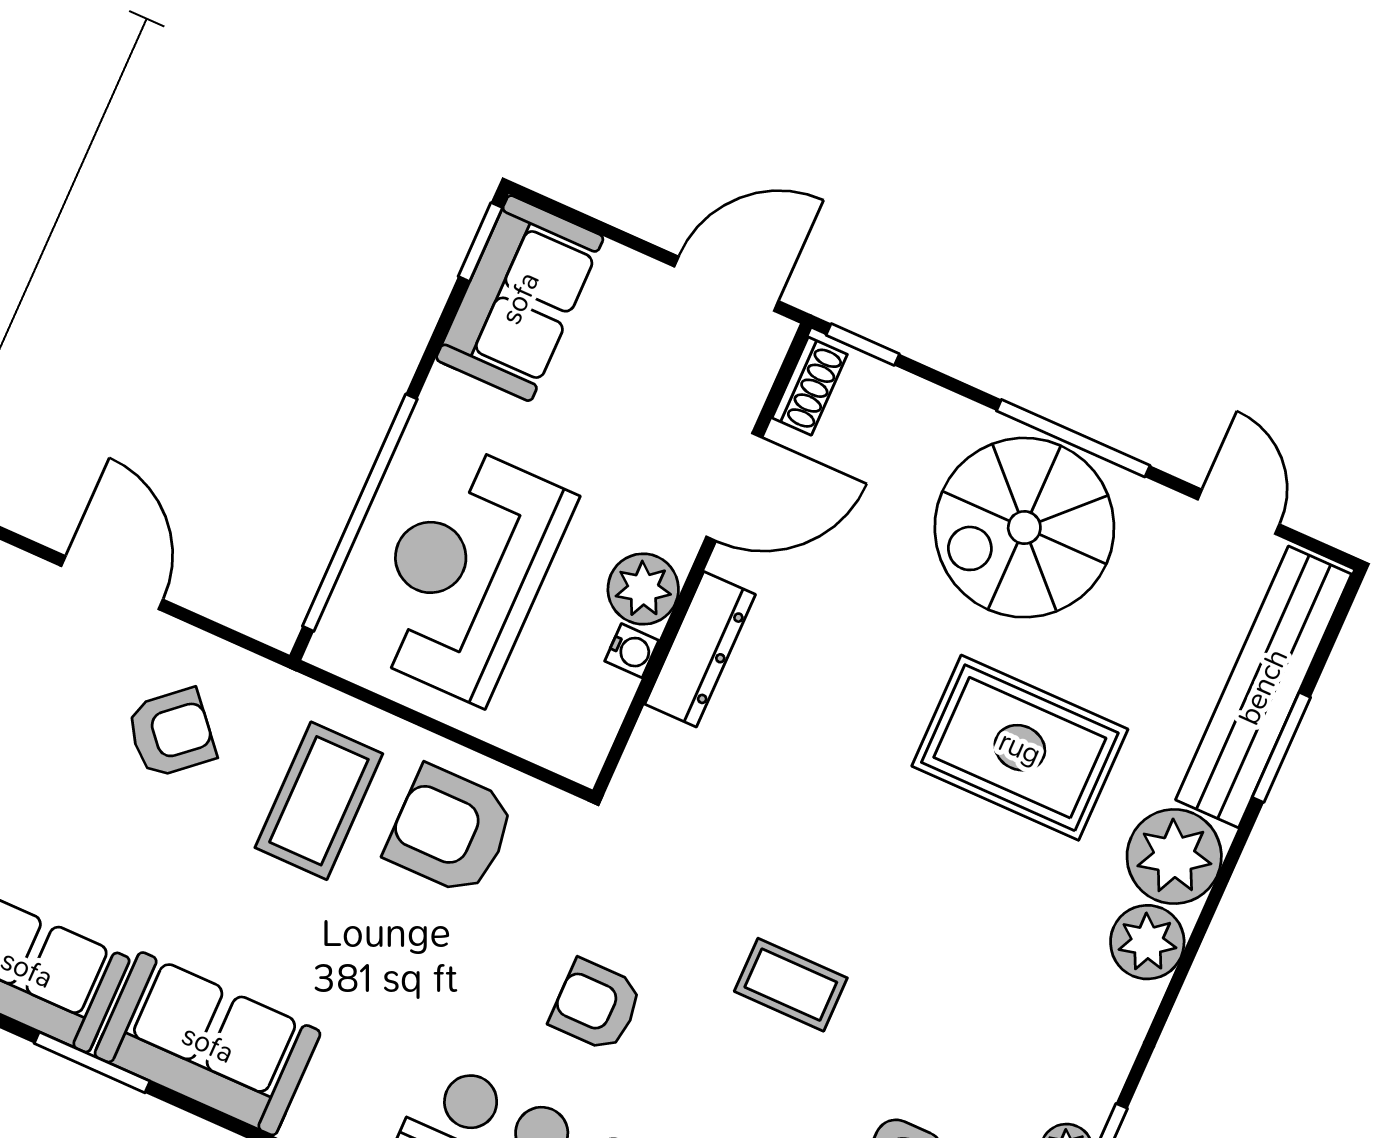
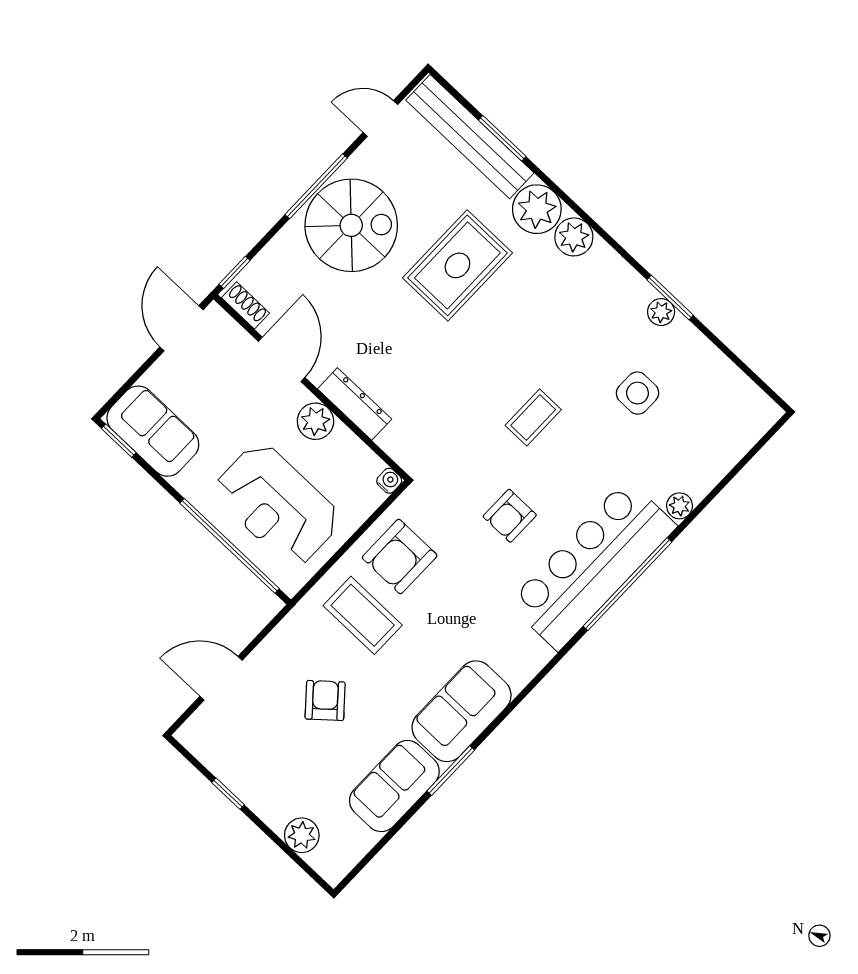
spiral stairs: (1024, 528) -> (351, 225), turned -90
water cooler: (632, 651) -> (389, 481), moved
armchair: (171, 733) -> (325, 700), moved

